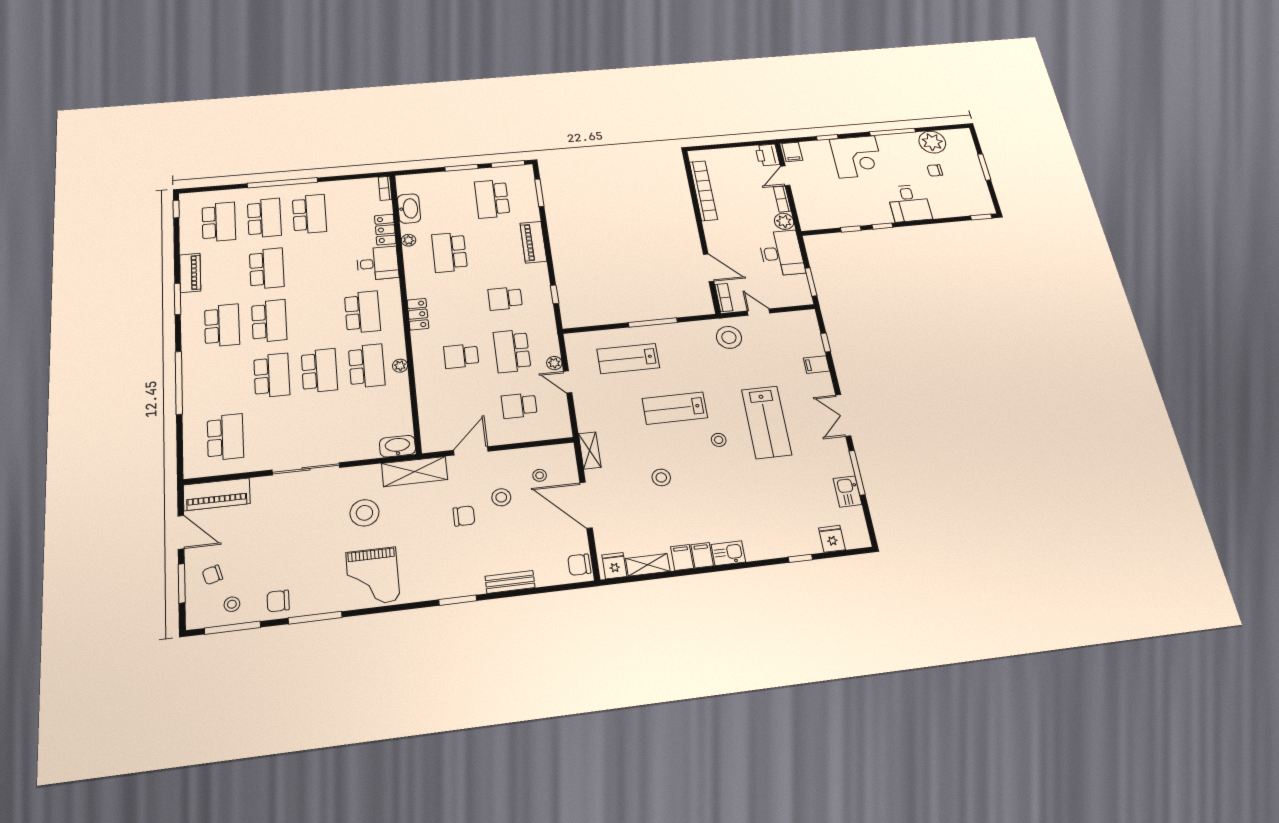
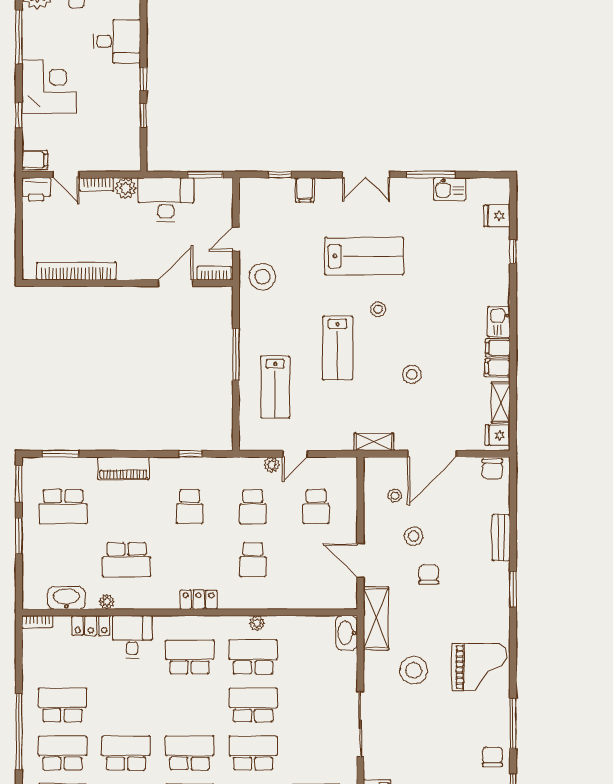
school desk: (512, 351) -> (253, 507), width x0.54
chair: (278, 601) -> (492, 757), turned 180

